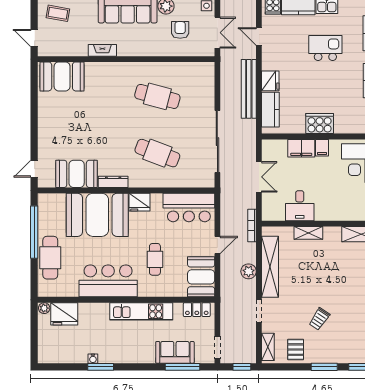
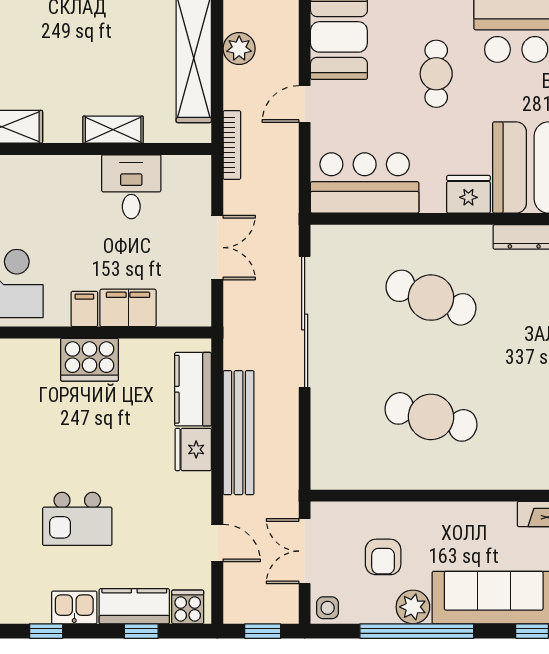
double door: (259, 177) -> (217, 248), swing flipped

